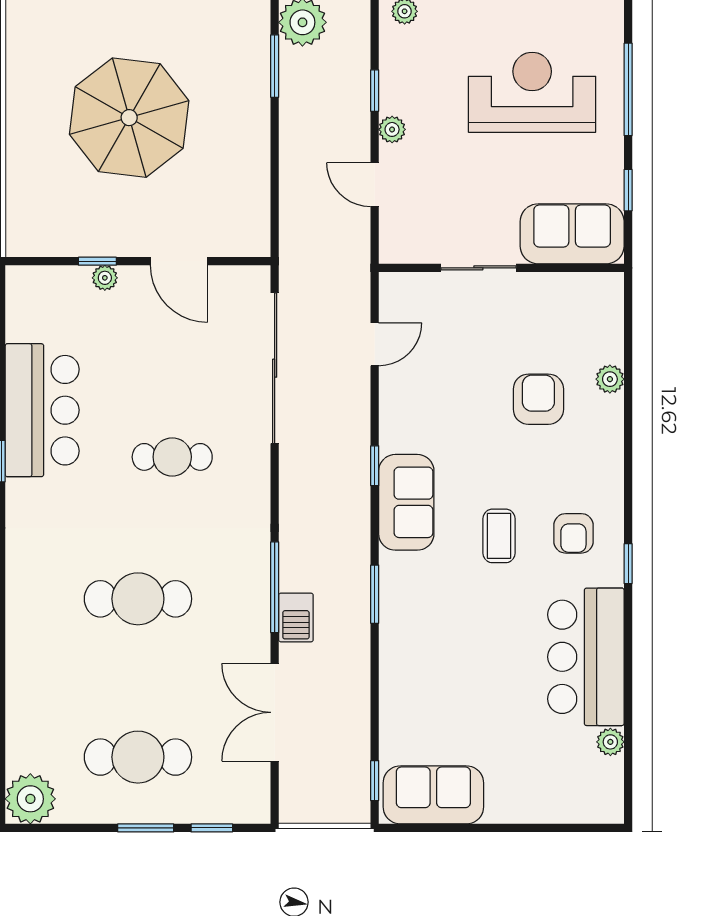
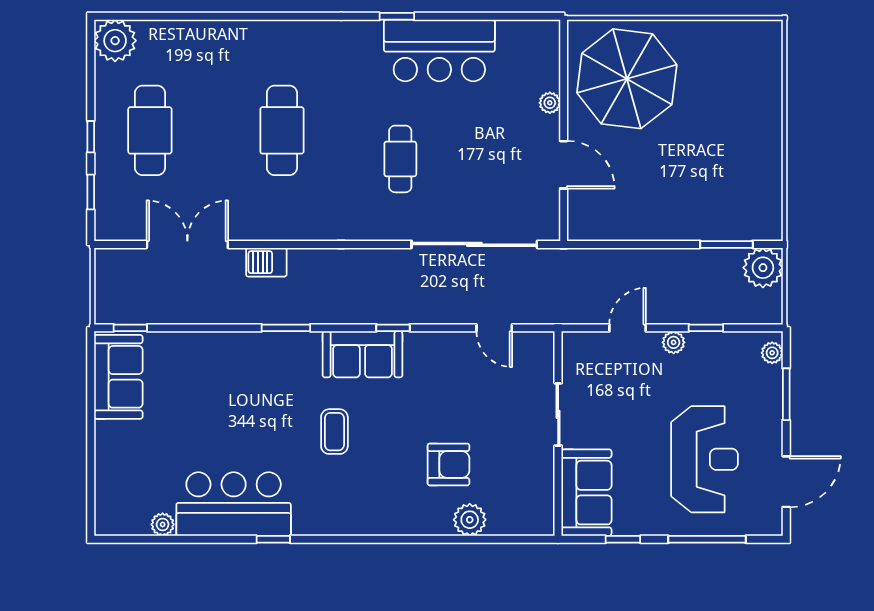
parasol: (129, 118) -> (627, 79), moved
window: (97, 261) -> (564, 97), removed
door: (179, 261) -> (564, 165), swing flipped
plant: (610, 379) -> (470, 520), width x1.38, depth x1.38
armchair: (573, 533) -> (337, 494), removed
coffee table: (499, 536) -> (334, 432), turned 90
window: (628, 564) -> (273, 539), moved
window: (275, 587) -> (292, 244), removed
window: (146, 828) -> (91, 137), width x0.67

